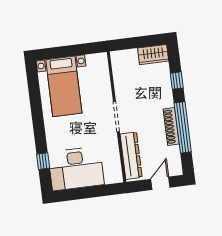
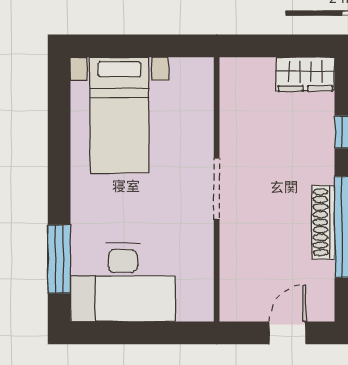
dresser: (131, 156) -> (236, 270), removed
window: (43, 161) -> (59, 259), width x2.17

